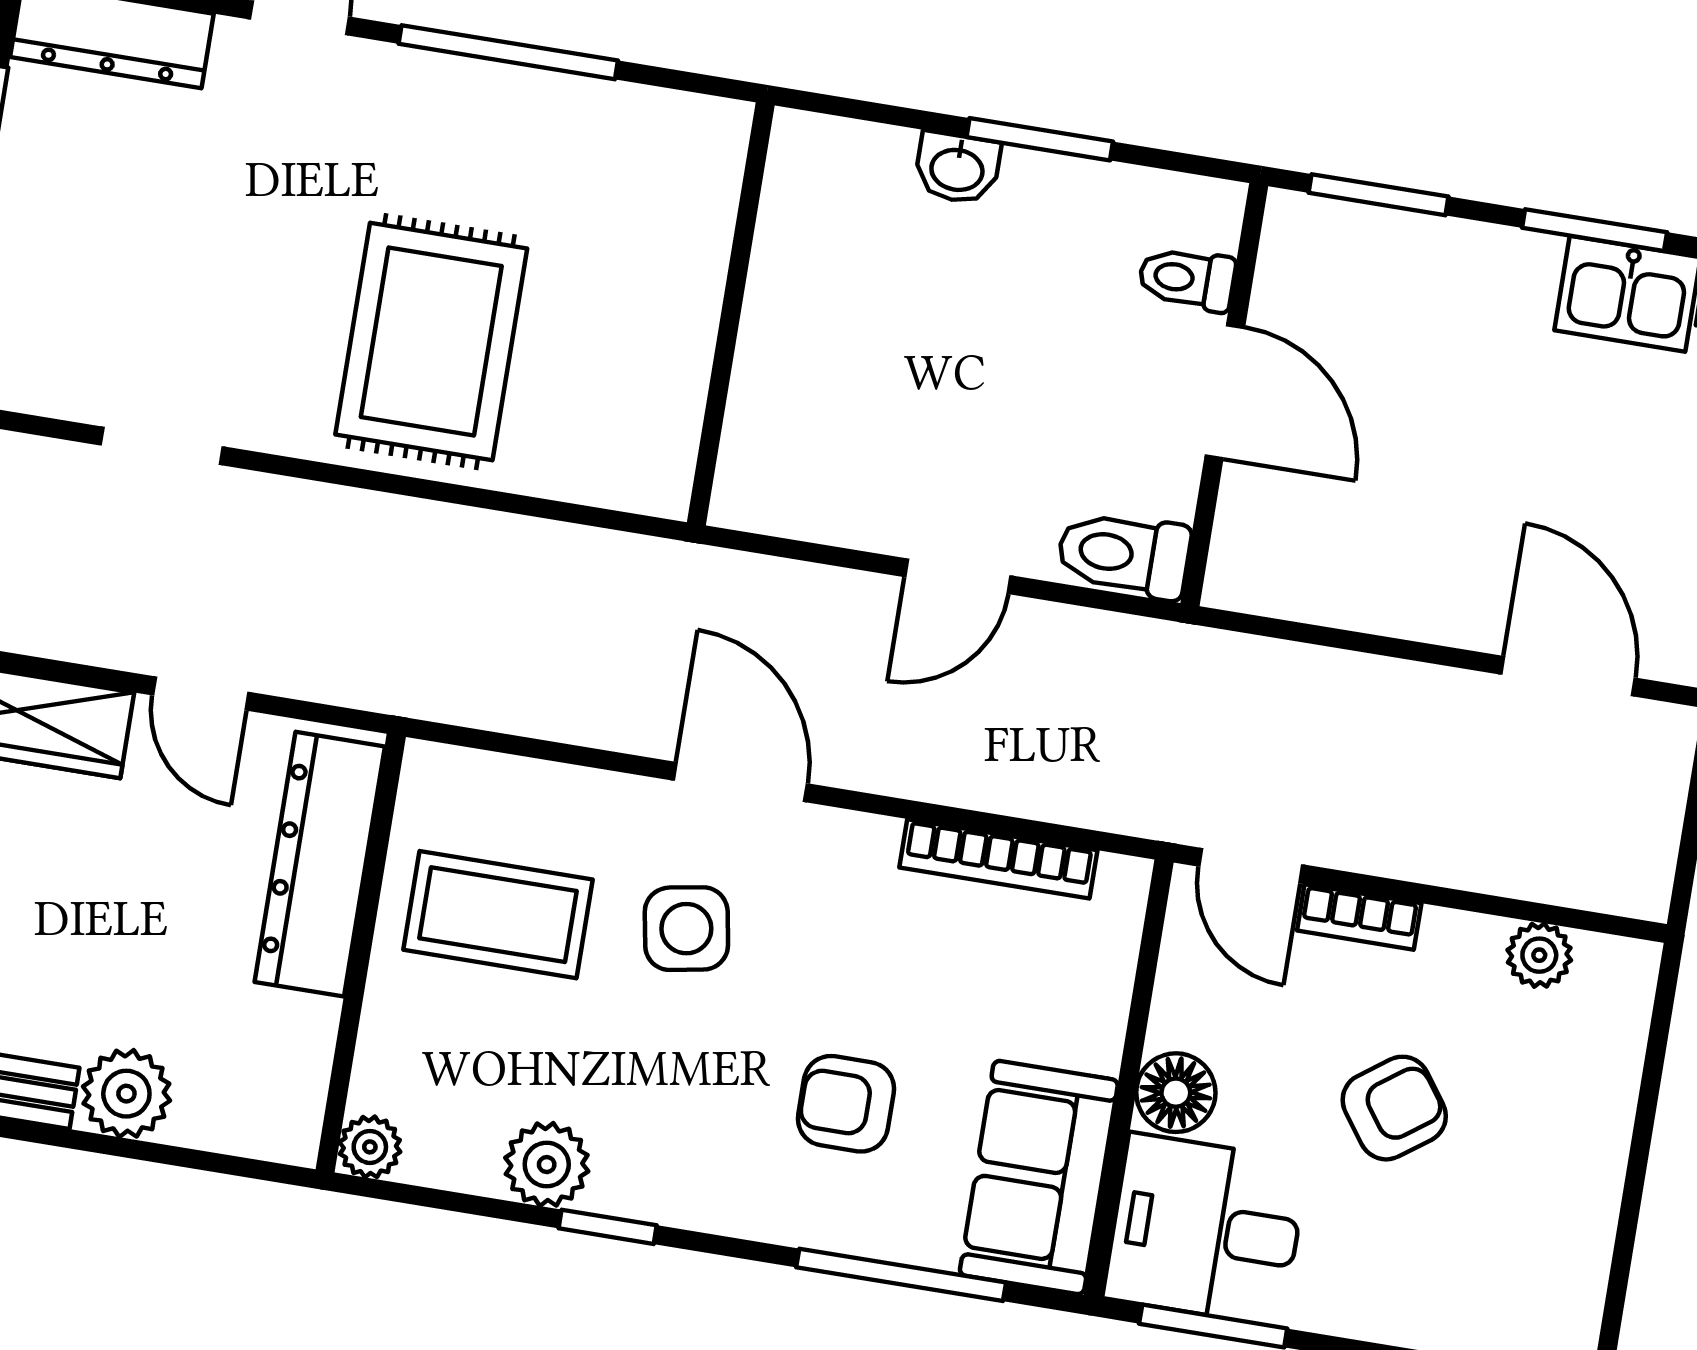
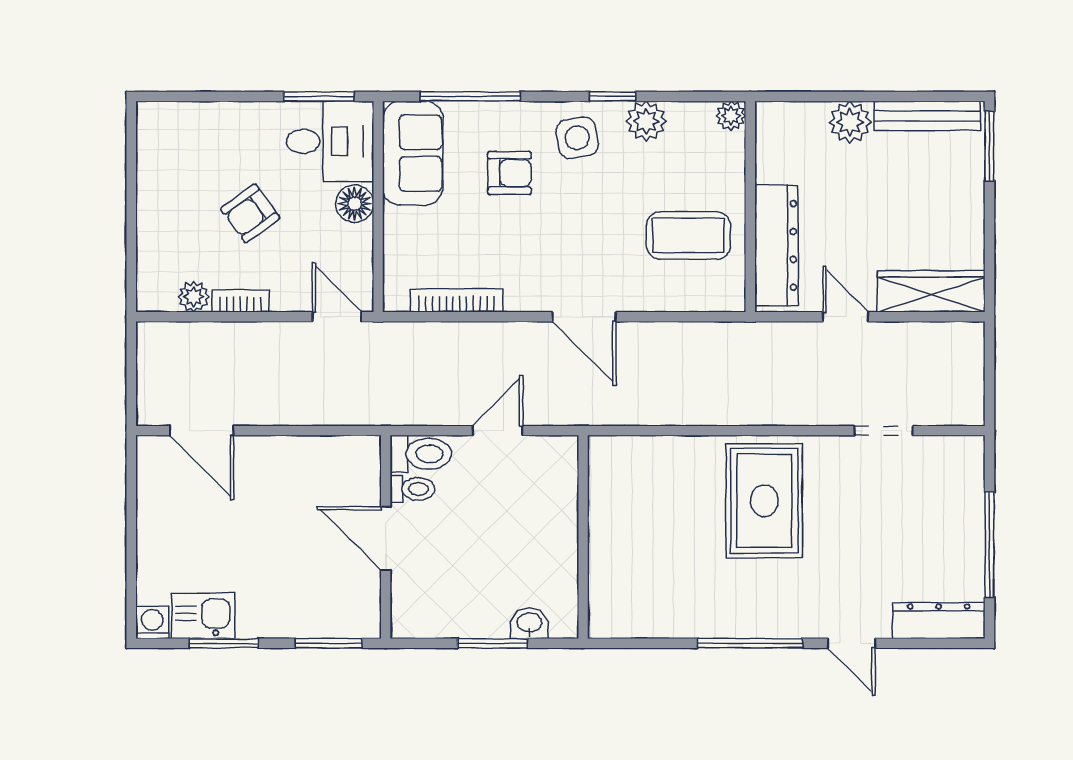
toilet: (1187, 279) -> (412, 489), moved
wall: (731, 314) -> (583, 537), moved
bookcase: (1359, 917) -> (240, 301), moved
side table: (686, 929) -> (577, 138), moved

